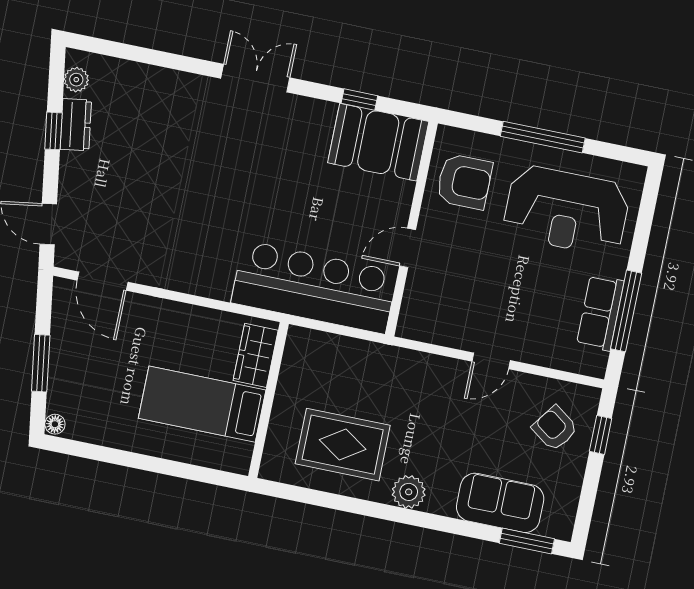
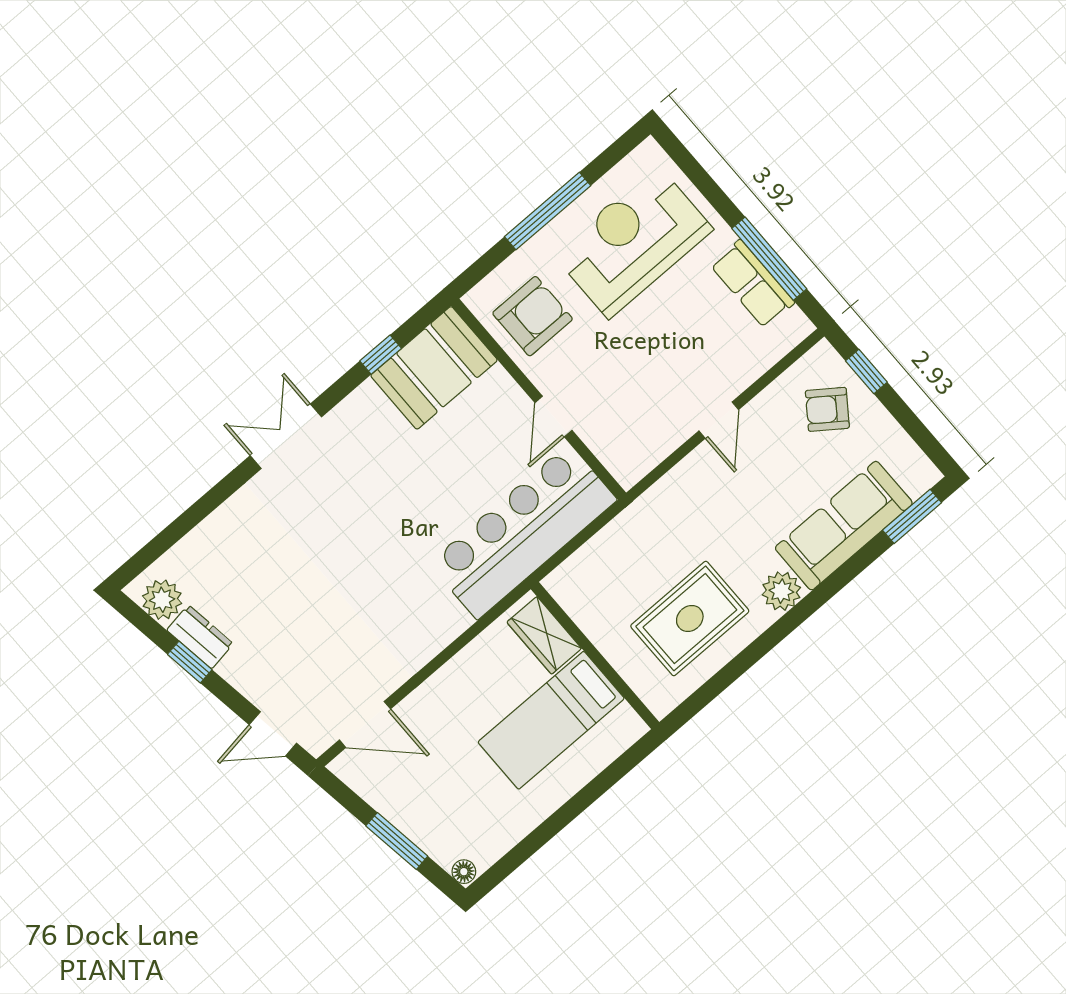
plant: (76, 80) -> (162, 600), width x1.38, depth x1.38
reception desk: (566, 210) -> (633, 242), turned 180
sofa: (500, 503) -> (844, 526), width x1.36

